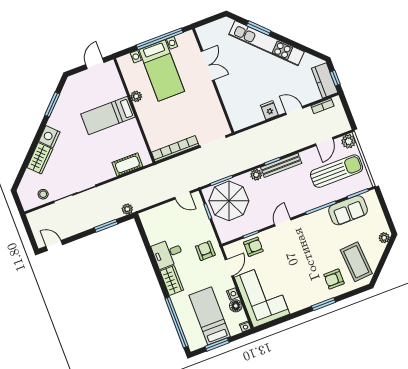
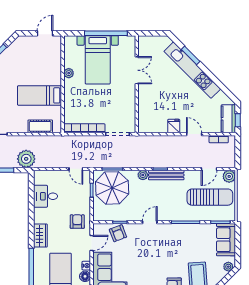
bed: (108, 116) -> (40, 95), moved
plant: (127, 209) -> (26, 159), width x1.87, depth x1.87
sofa: (348, 210) -> (226, 240), moved, turned 90
armchair: (253, 247) -> (118, 233), turned 69
desk: (168, 253) -> (45, 196), moved

